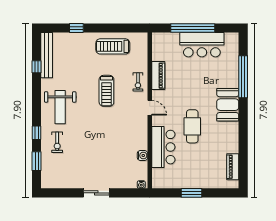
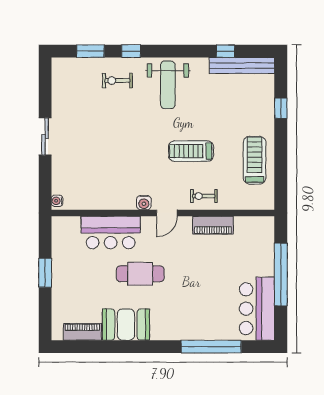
bar counter: (202, 45) -> (257, 309), moved
booth: (228, 105) -> (126, 325), moved
weight bench: (60, 107) -> (168, 85), turned -90
water cooler: (142, 155) -> (144, 203), moved

